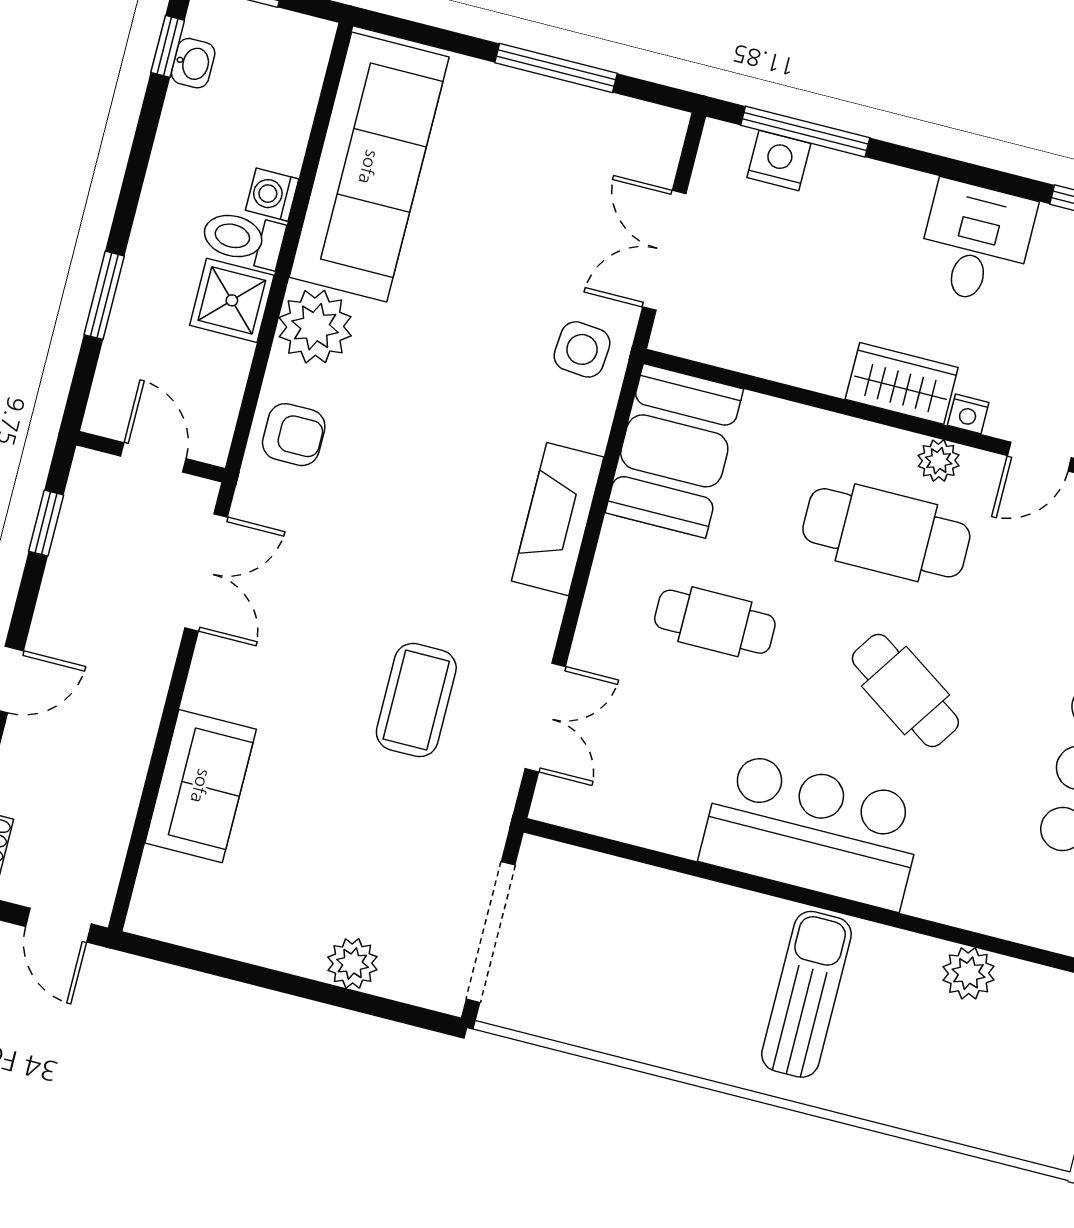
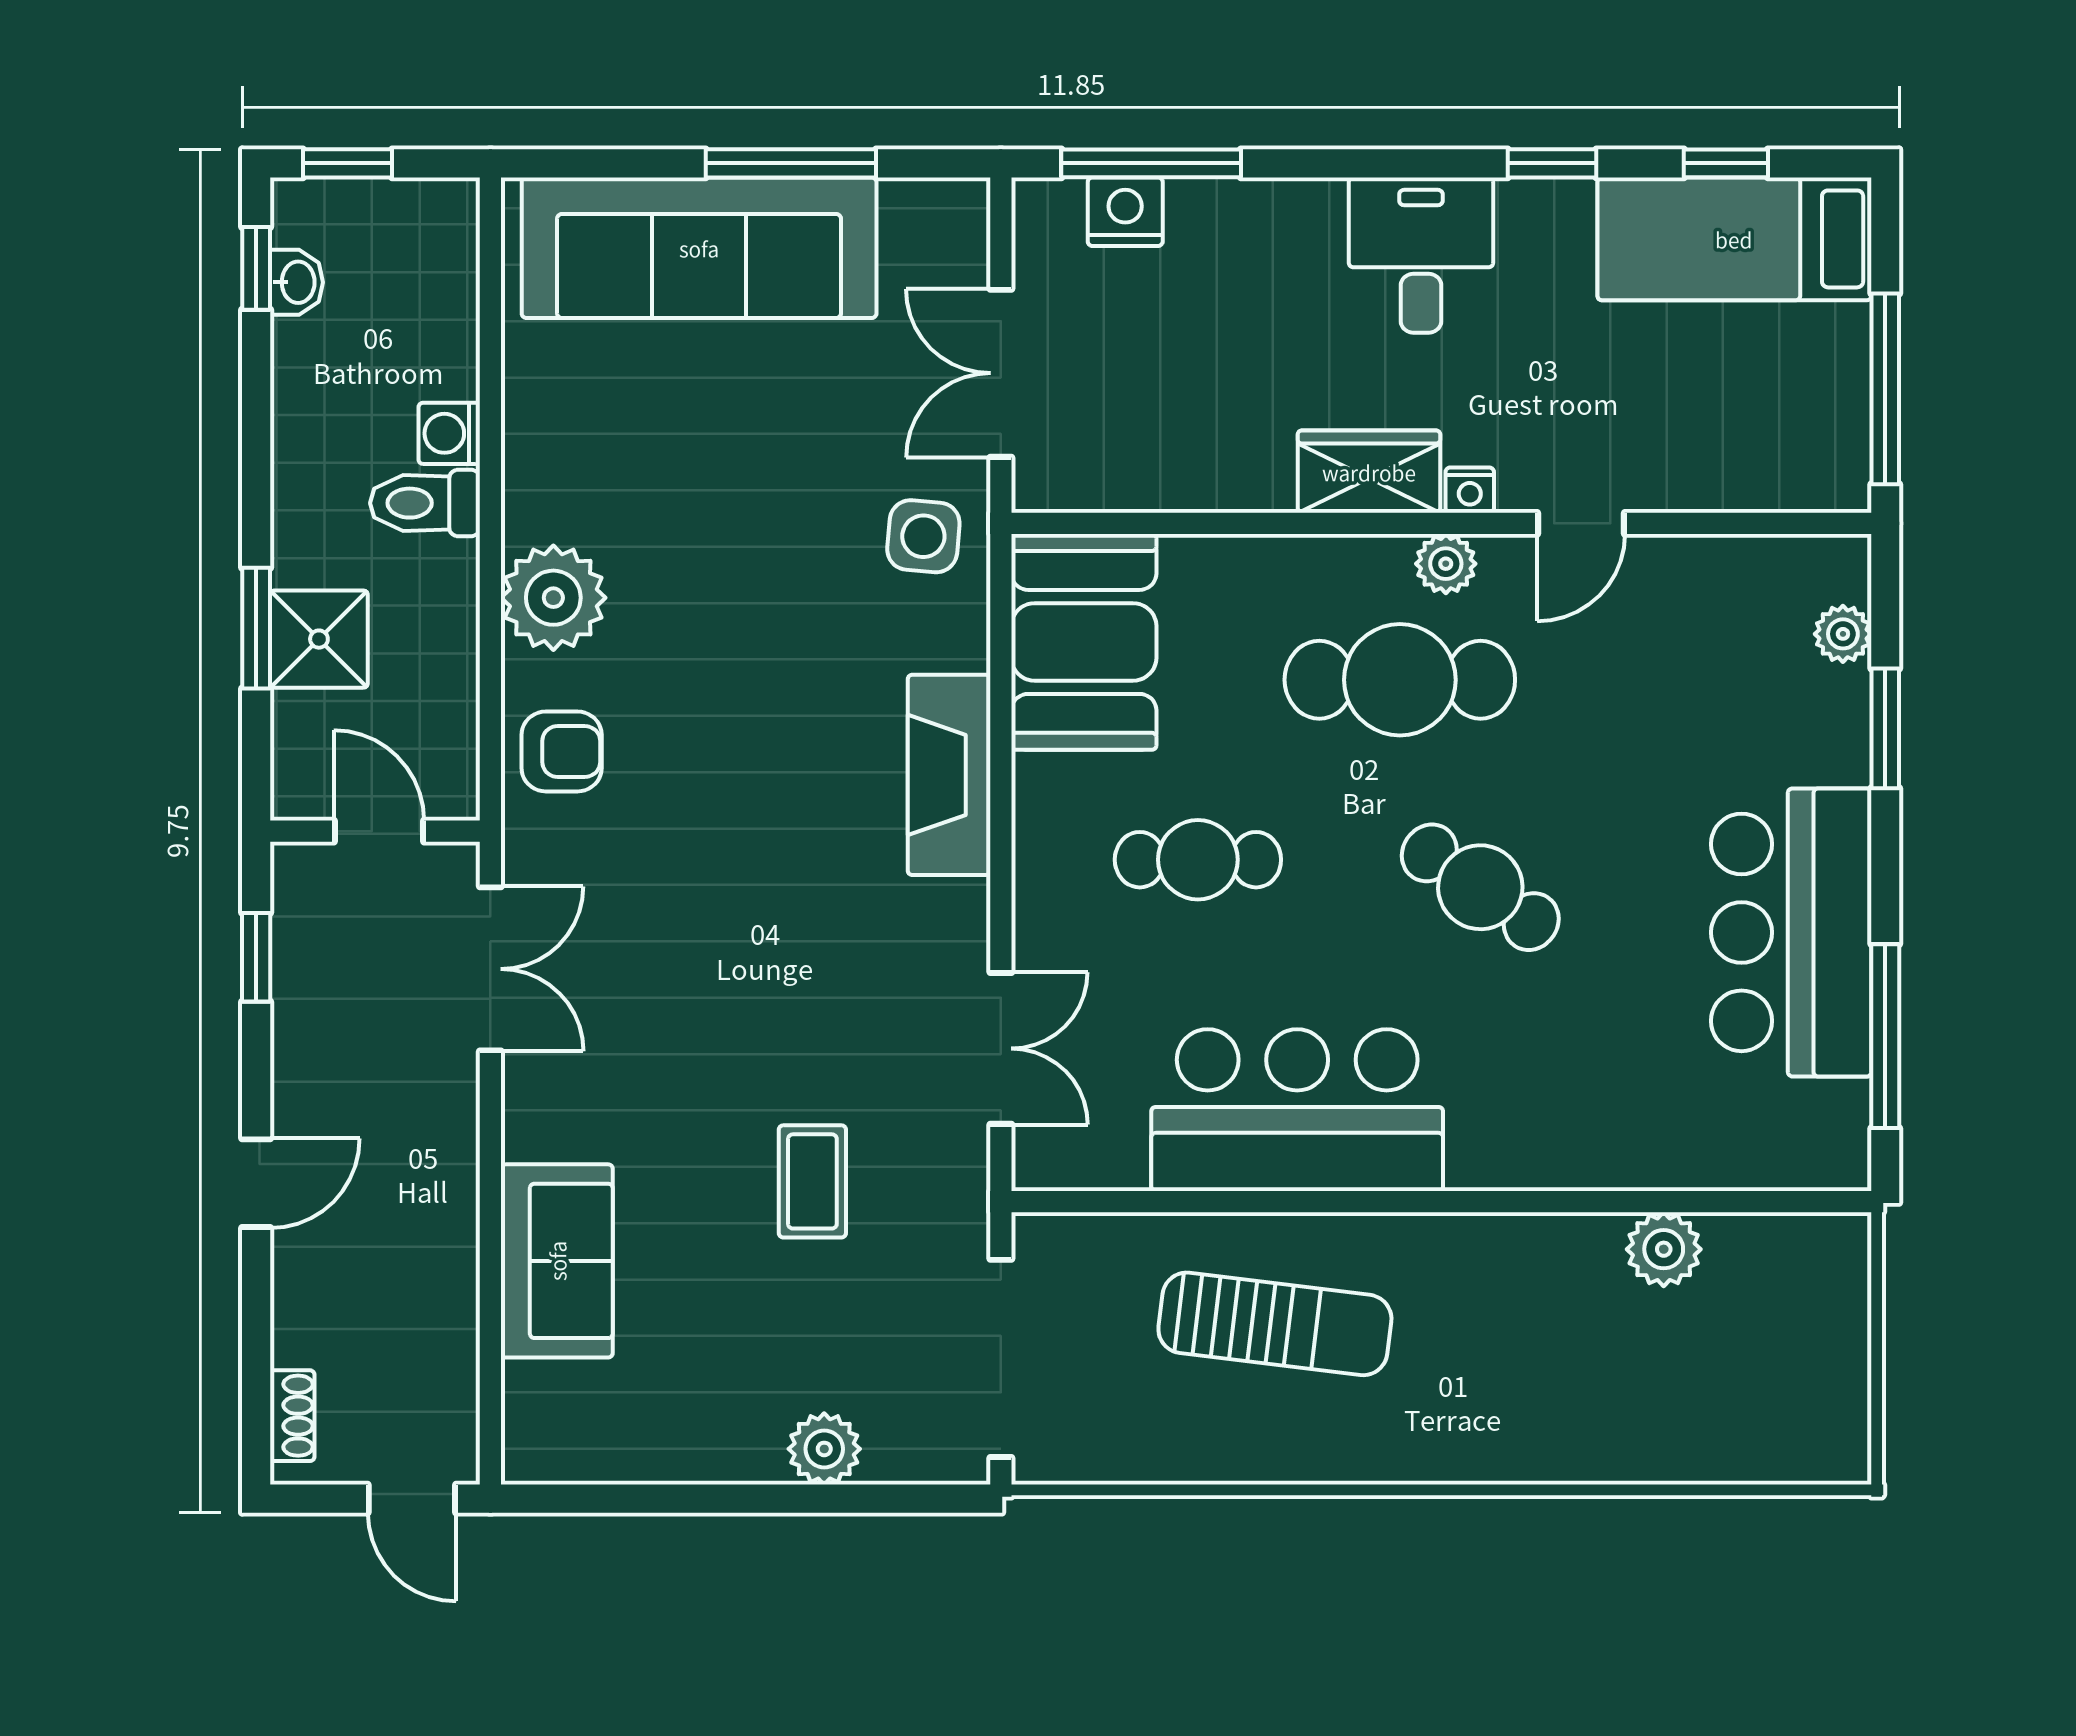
sofa: (369, 167) -> (699, 248), moved, turned 90
shower: (232, 300) -> (319, 639), moved
coffee table: (416, 700) -> (812, 1181), moved, width x0.73, depth x0.77
bar counter: (812, 831) -> (1297, 1110), moved
sun lounger: (806, 994) -> (1275, 1324), moved, turned 97

